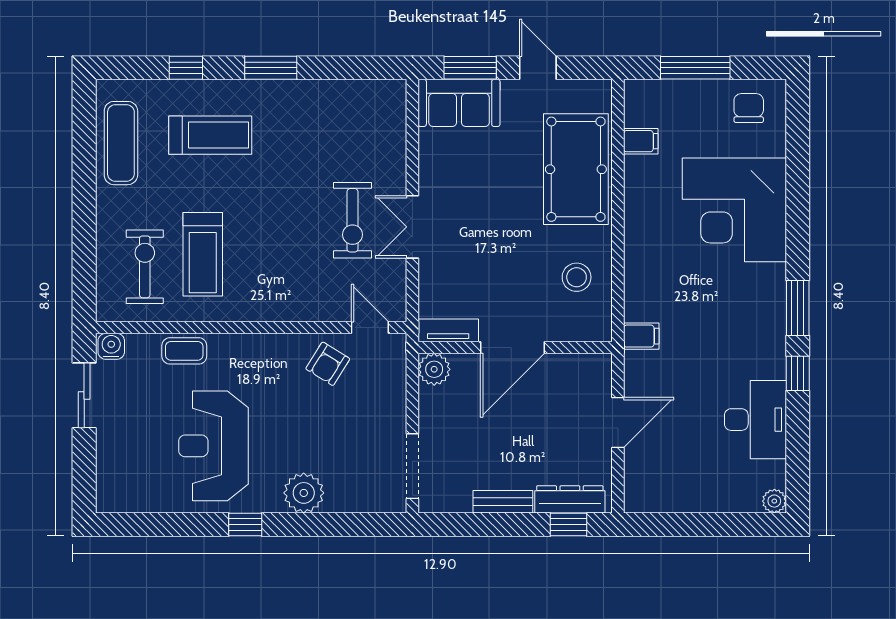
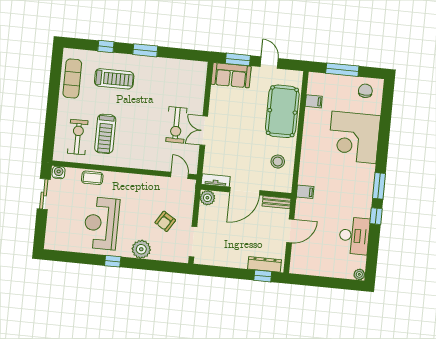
armchair: (328, 364) -> (165, 221), moved
bench: (503, 502) -> (276, 202), moved

